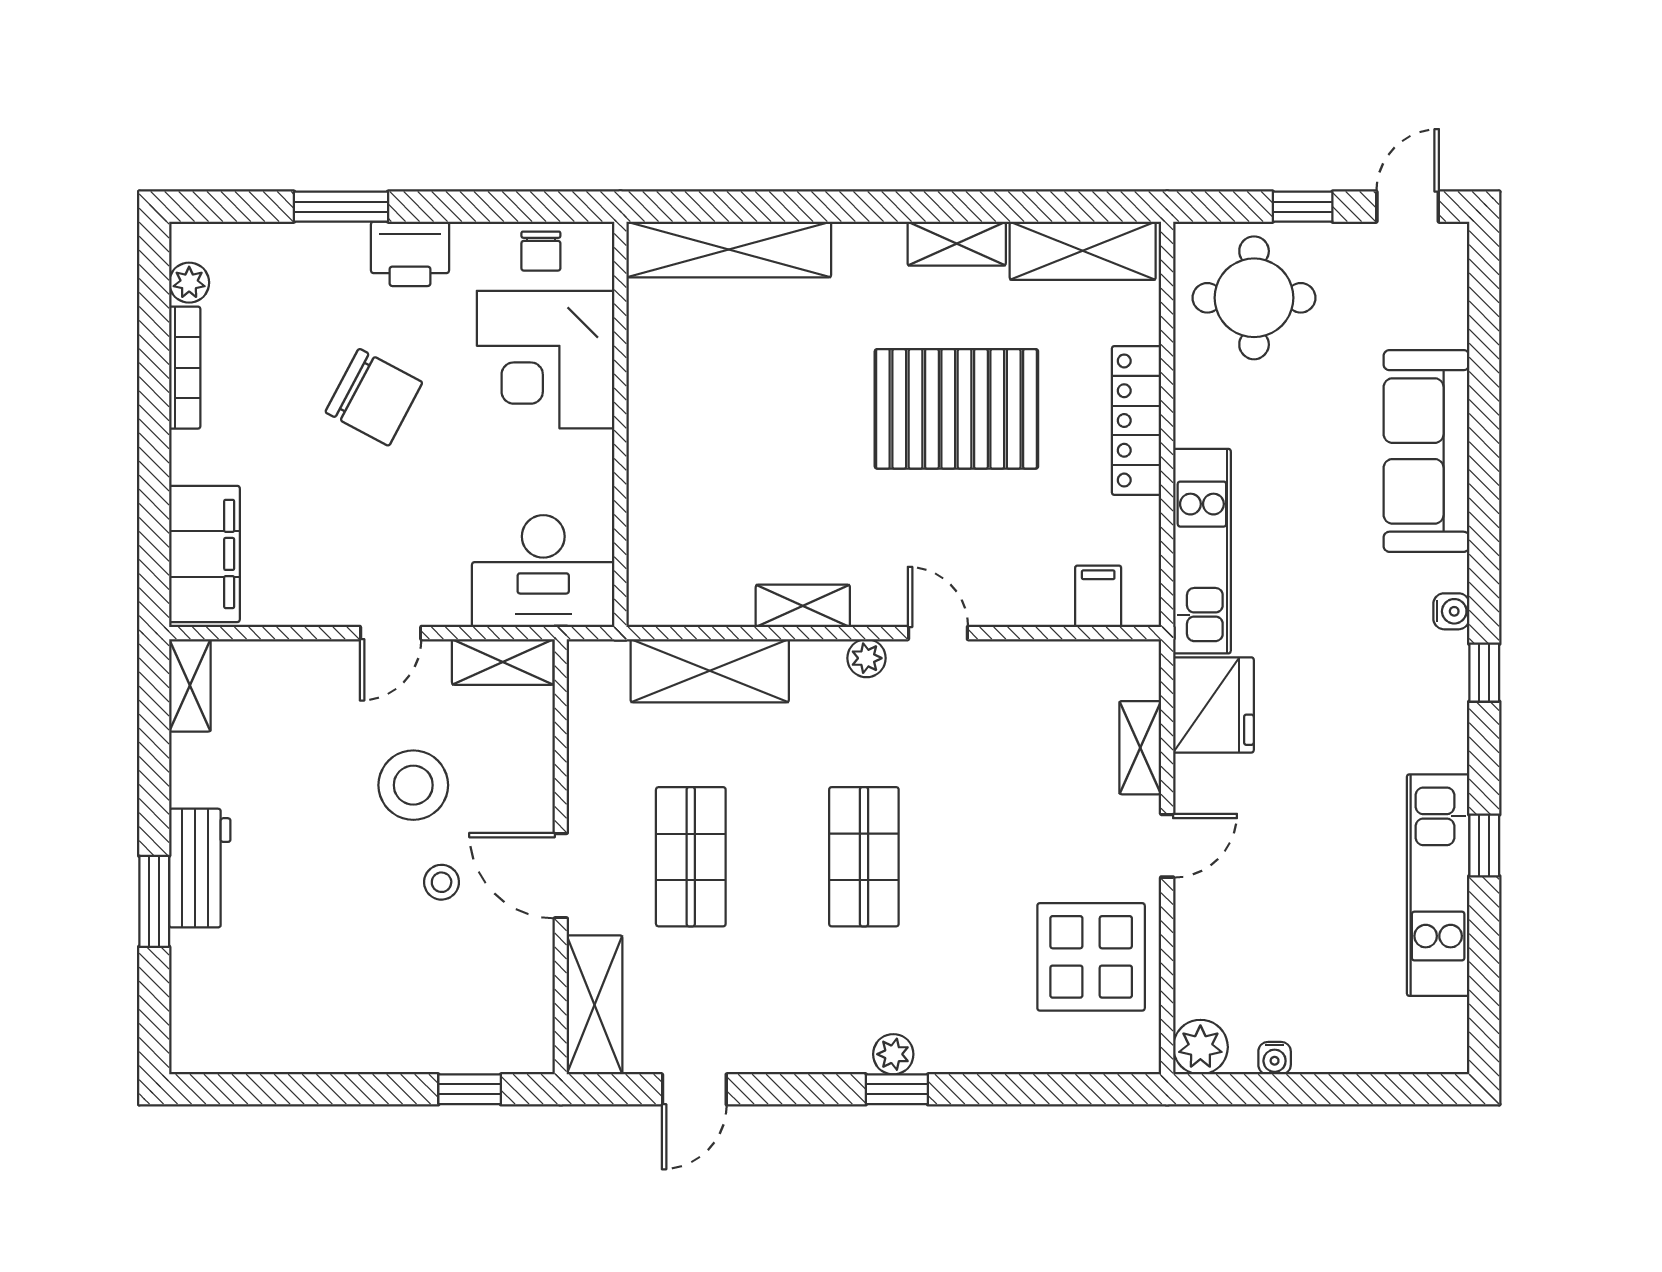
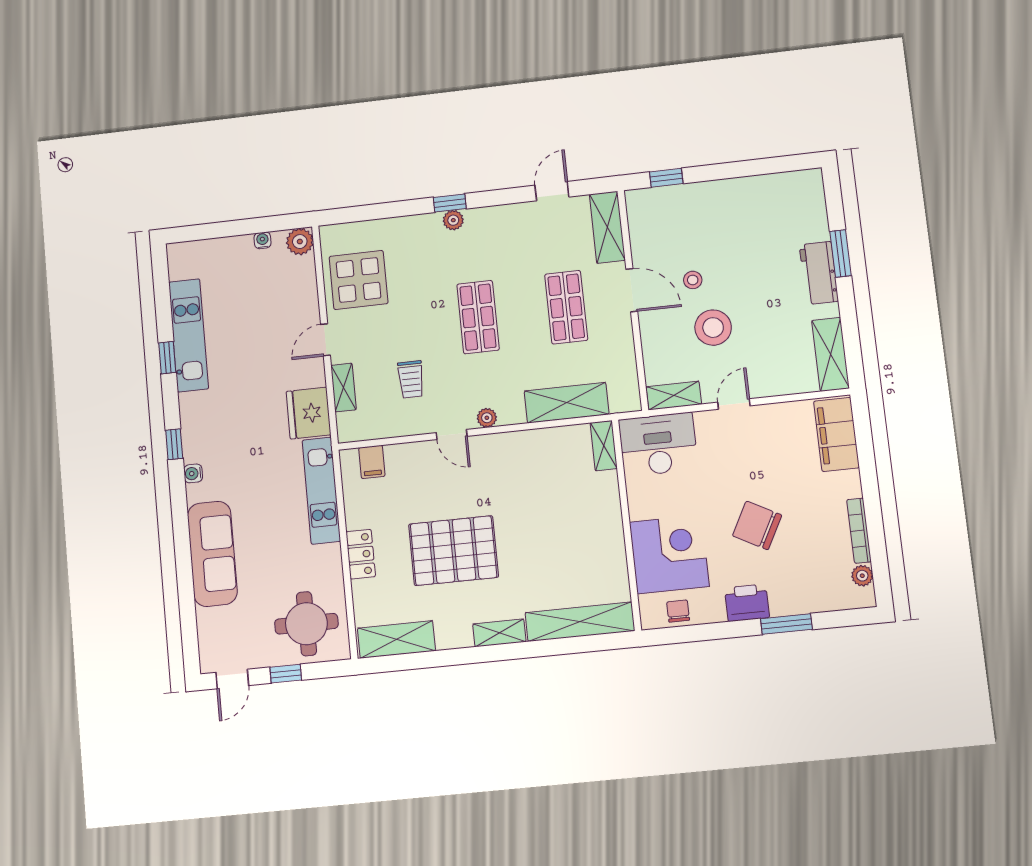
shelving: (957, 244) -> (499, 633), moved
locker: (1137, 420) -> (361, 554), width x0.66
shelving: (803, 606) -> (604, 446), moved, turned 90
shelving: (190, 685) -> (831, 354), width x1.50, depth x1.33
trolley: (1007, 749) -> (411, 379), added

